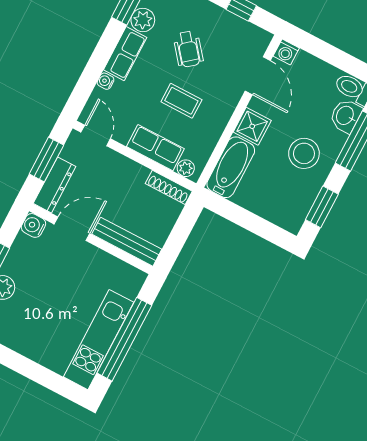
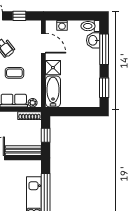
washing machine: (286, 52) -> (62, 25), moved
stool: (304, 153) -> (83, 68), removed
window: (179, 236) -> (46, 135), added

